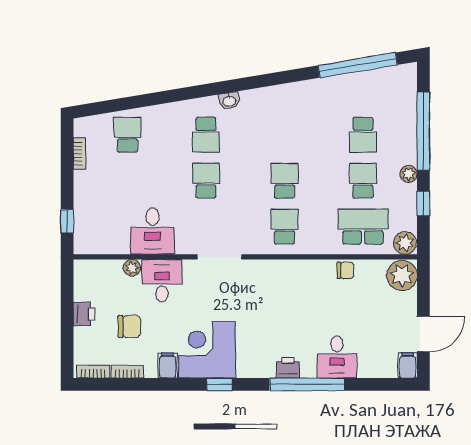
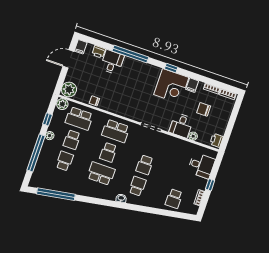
school desk: (284, 135) -> (101, 174), added
window: (67, 221) -> (210, 185), moved
school desk: (284, 227) -> (116, 131), width x1.85
desk: (153, 231) -> (201, 166), moved, turned 90
printer: (84, 314) -> (217, 140), moved
printer: (288, 368) -> (99, 52), moved

